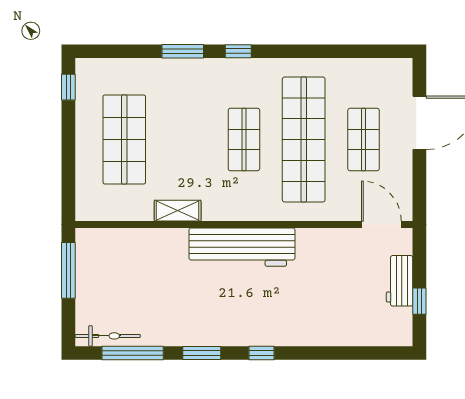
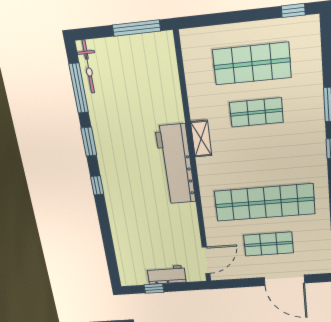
shop shelf: (244, 140) -> (256, 112), moved
shelving: (178, 211) -> (201, 139), moved

